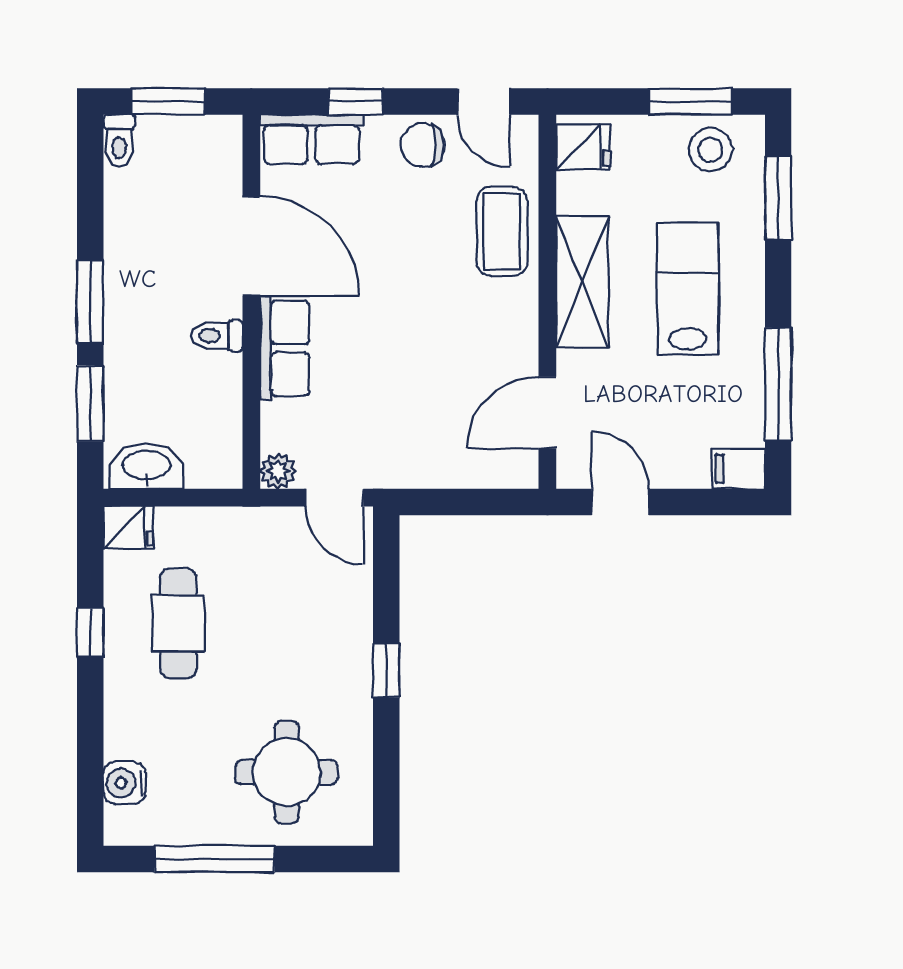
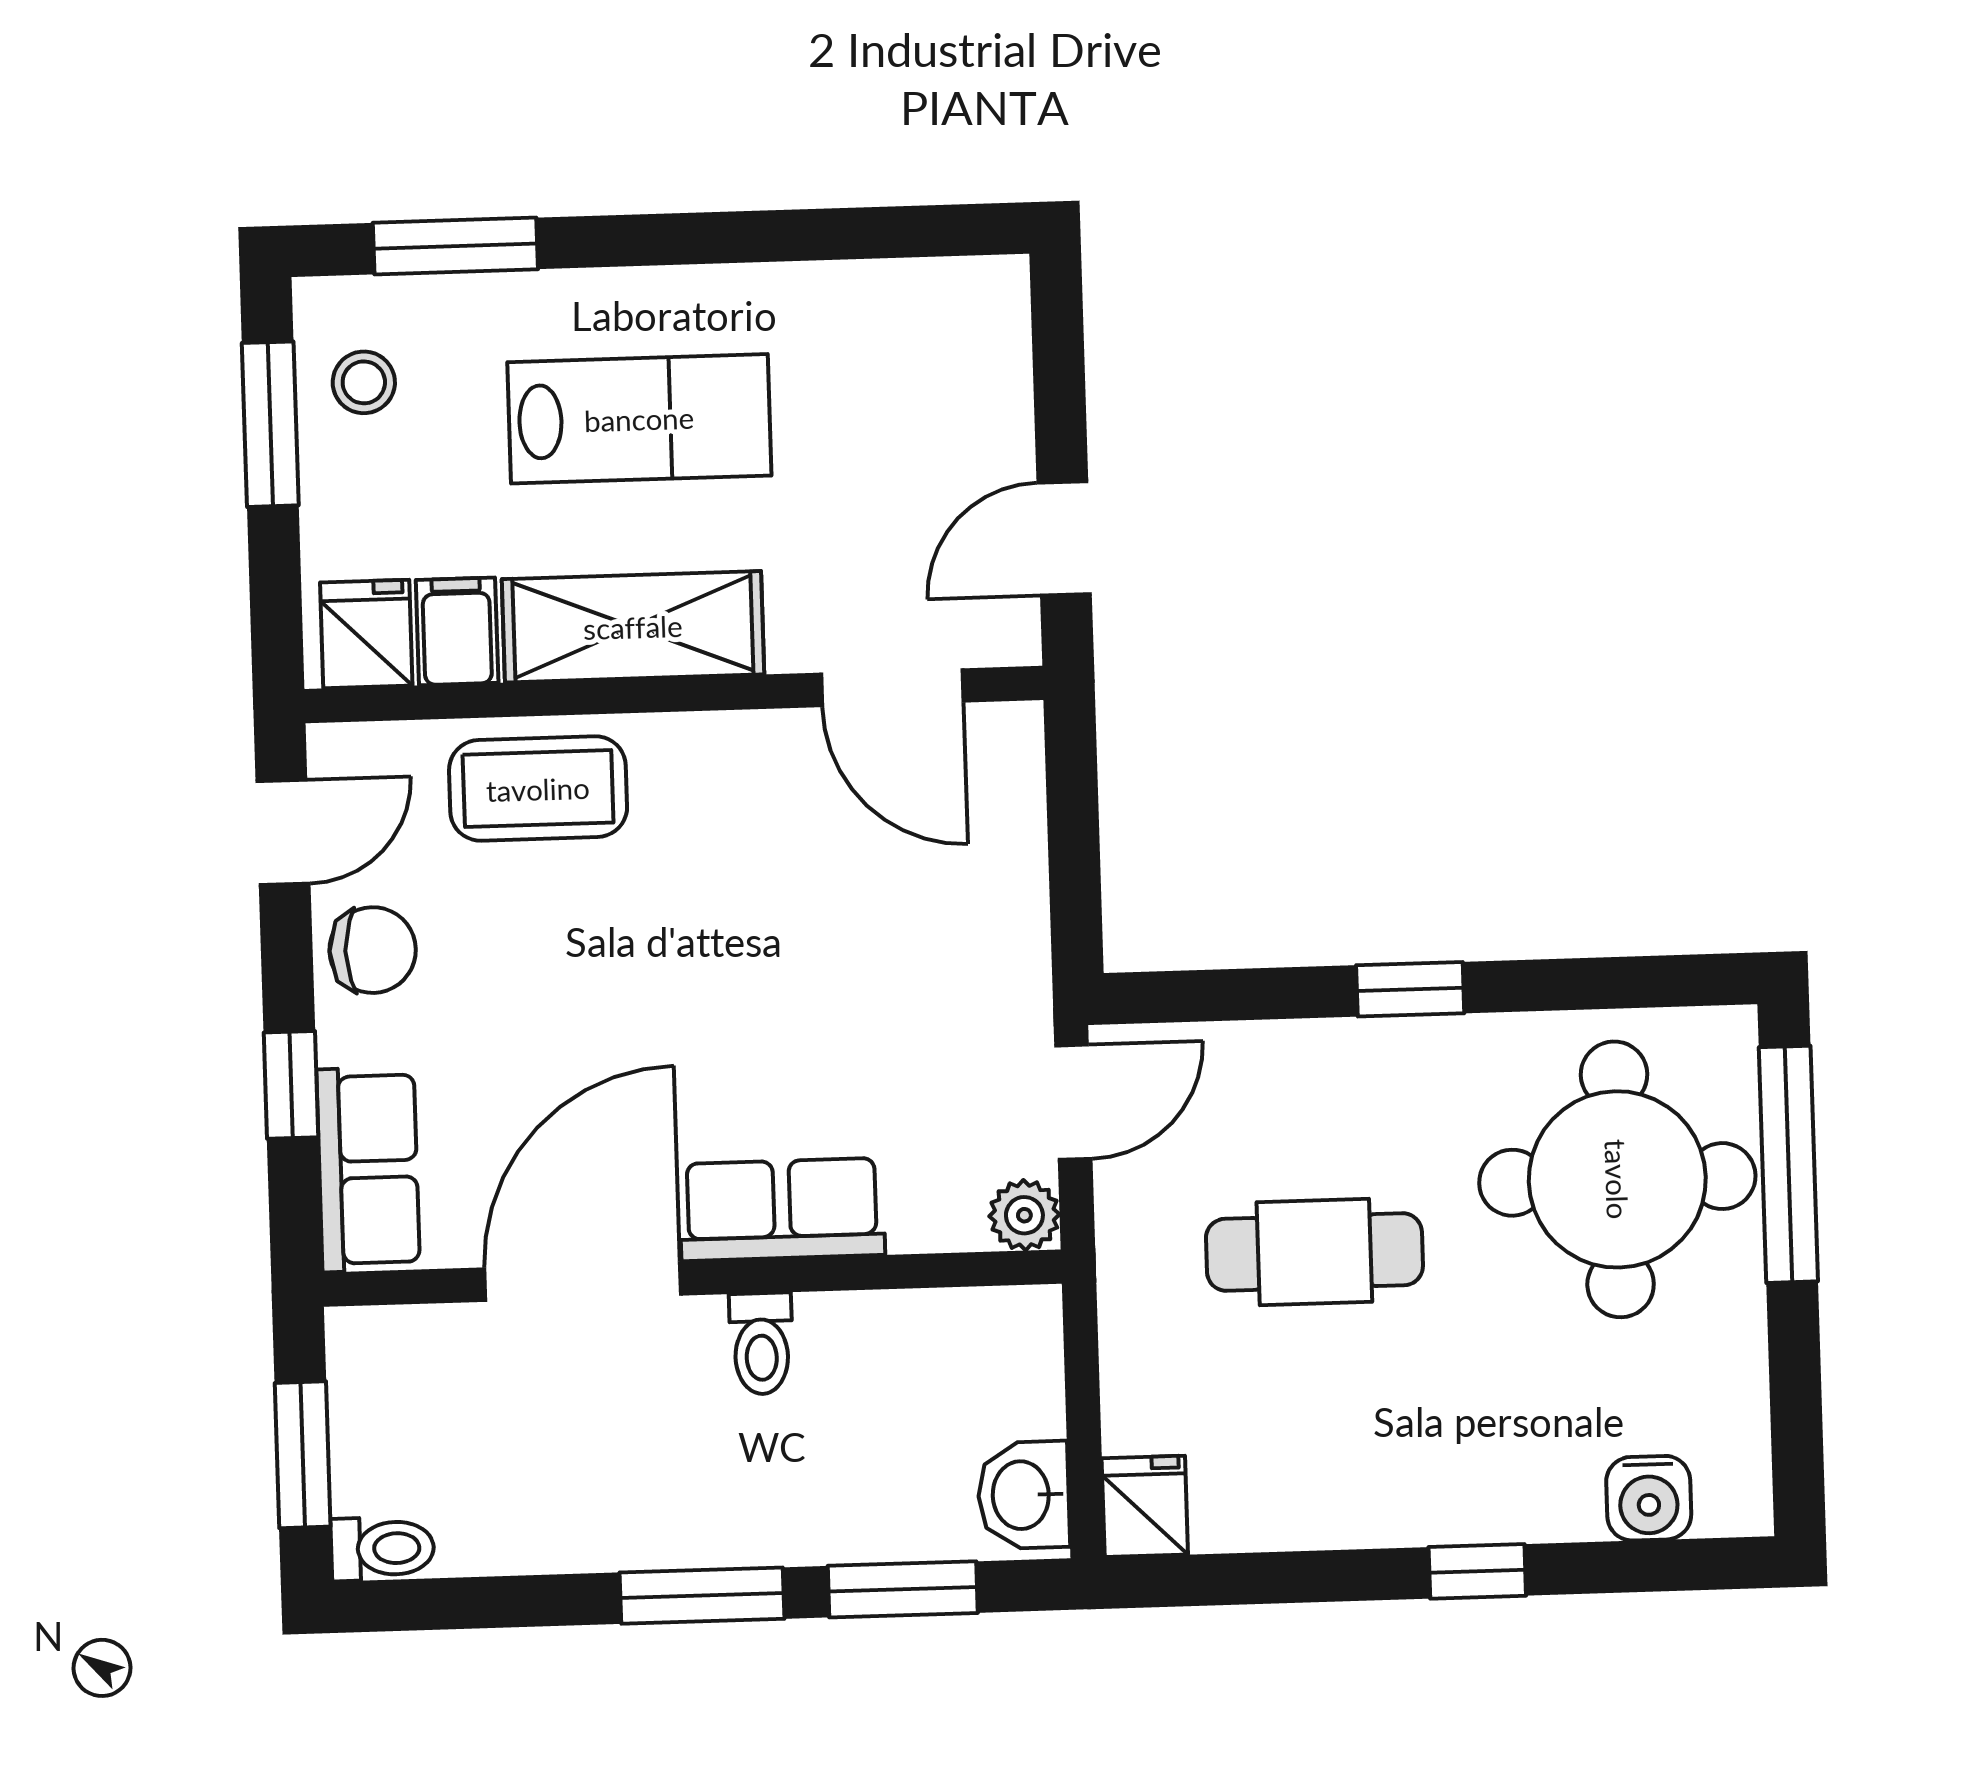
chair: (423, 145) -> (373, 950), turned -90
stool: (711, 150) -> (364, 382), width x0.73, depth x0.73
lab bench: (688, 289) -> (639, 419), turned 180
window: (778, 384) -> (822, 235), removed
washbasin: (146, 466) -> (1023, 1495), width x0.72
filing cabinet: (738, 469) -> (457, 631), moved, turned 180
cafe table: (178, 623) -> (1314, 1252), moved
window: (90, 633) -> (1477, 1571), moved
round table: (287, 772) -> (1617, 1179), width x1.36, depth x1.36
window: (215, 859) -> (1788, 1164), moved

